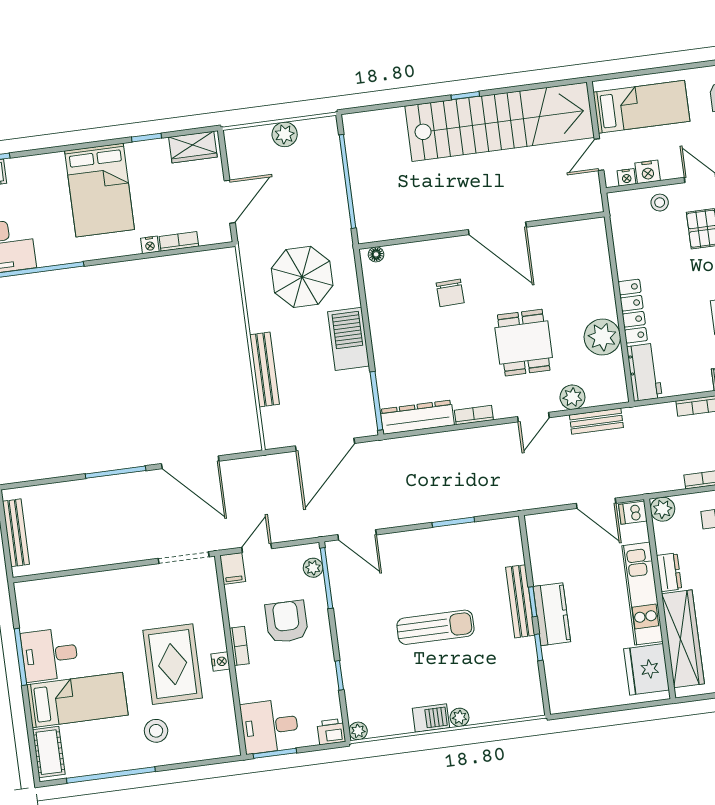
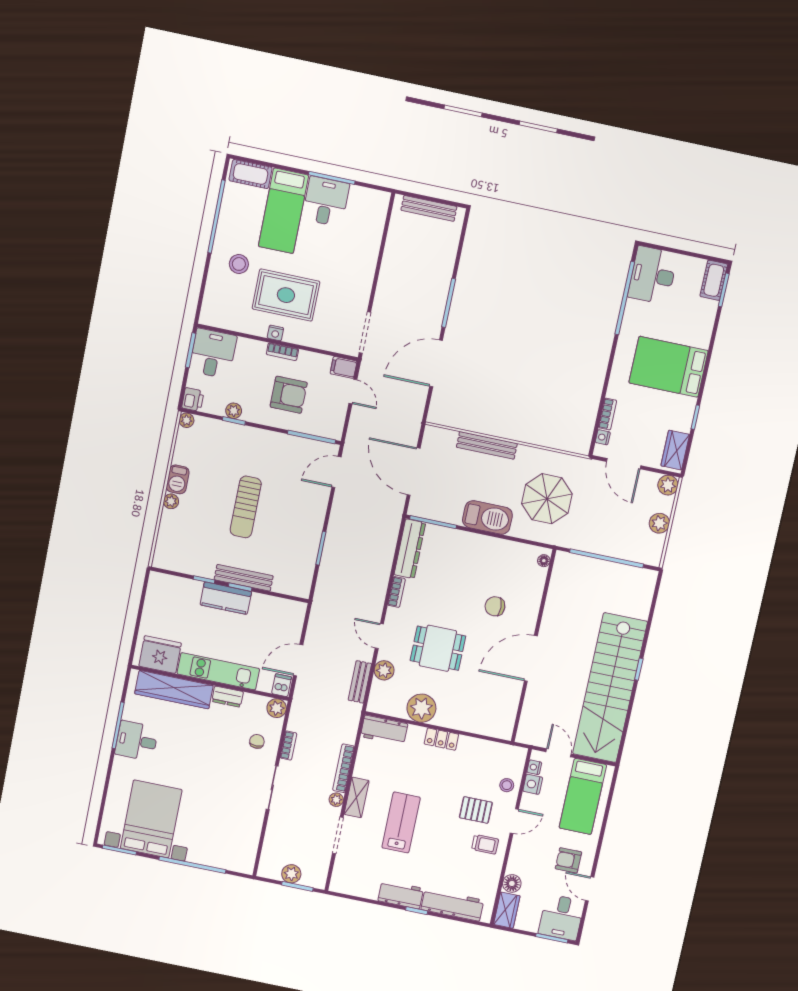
plant: (237, 141) -> (668, 485), added
nightstand: (150, 245) -> (603, 437), moved
locker: (633, 311) -> (441, 739), width x0.66
plant: (313, 568) -> (234, 411), moved

